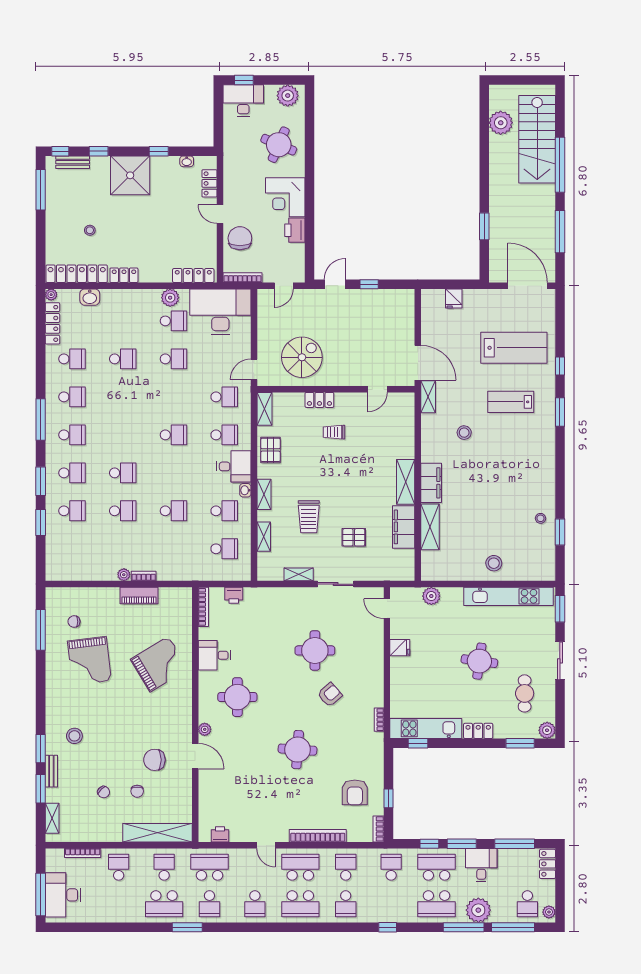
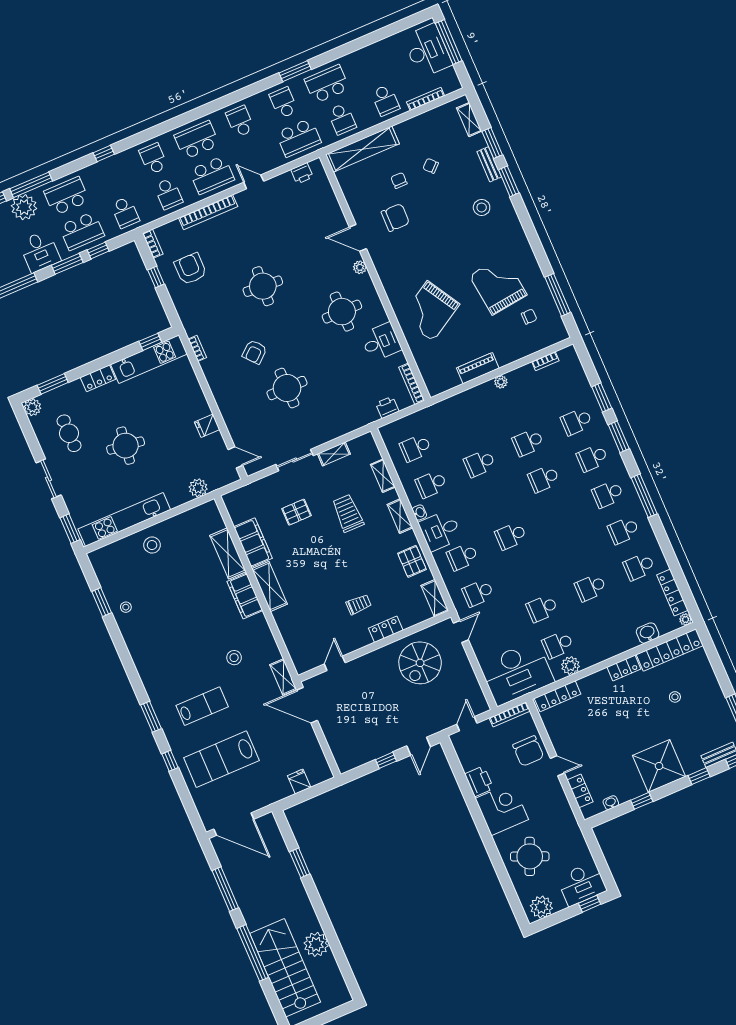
plant: (501, 123) -> (316, 944), moved
bookcase: (144, 576) -> (545, 361), moved

